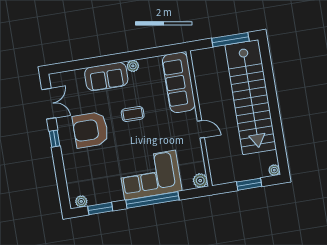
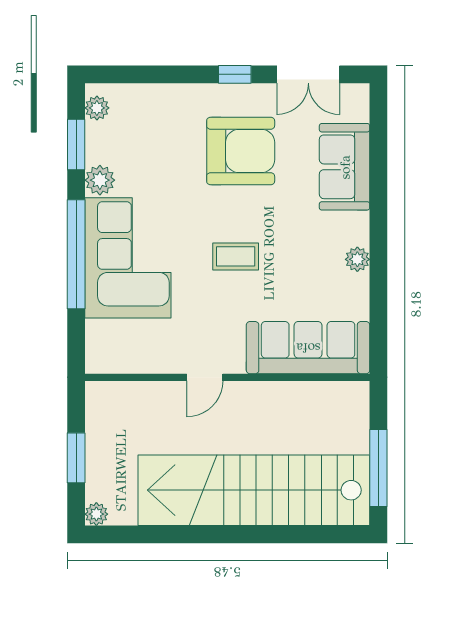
sofa: (106, 77) -> (345, 167), moved
coffee table: (133, 114) -> (236, 256), moved, turned 90
armchair: (91, 130) -> (241, 151), turned 90
plant: (200, 181) -> (100, 180), moved

